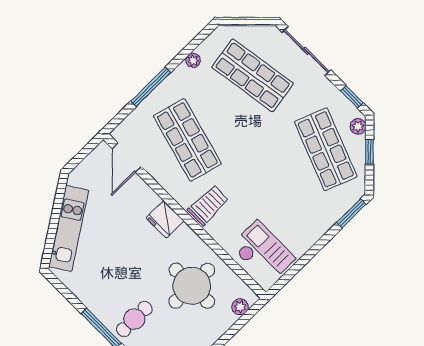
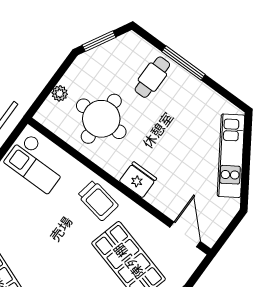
trolley: (208, 205) -> (98, 200), turned -80
plant: (240, 307) -> (60, 93), moved

